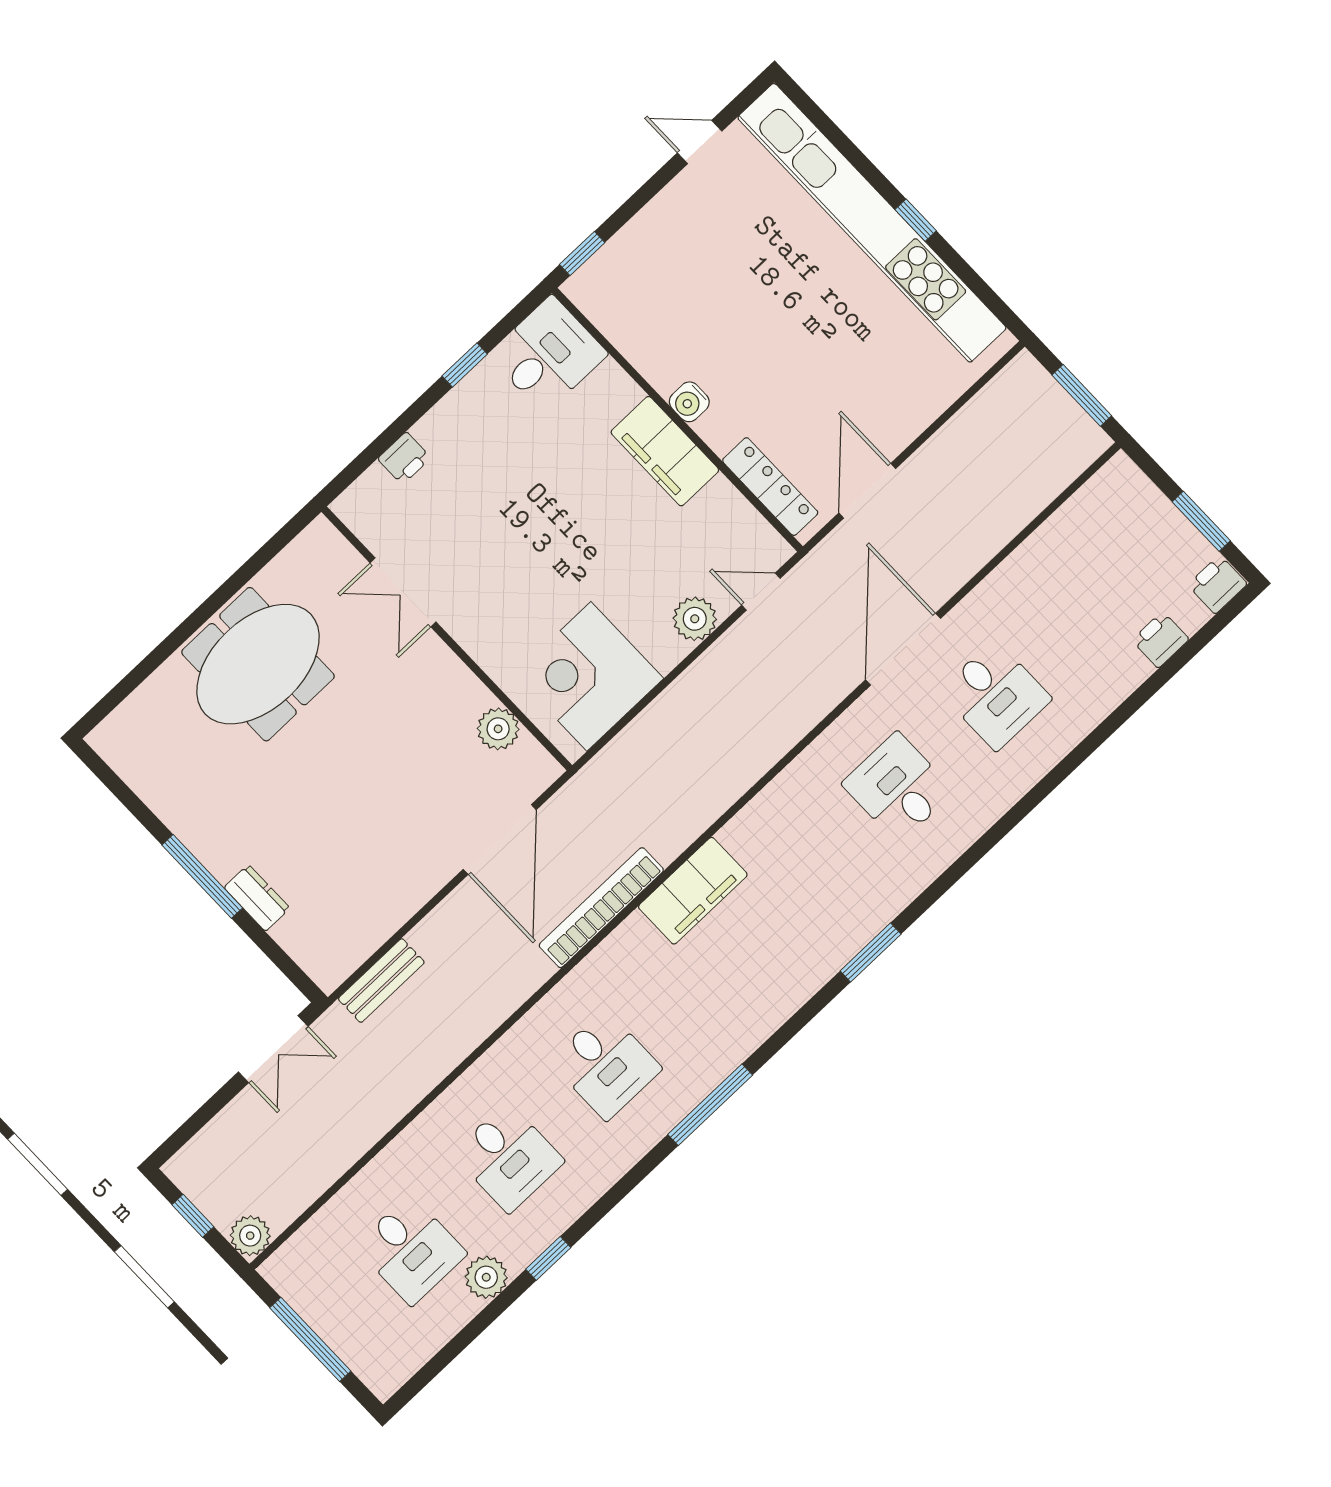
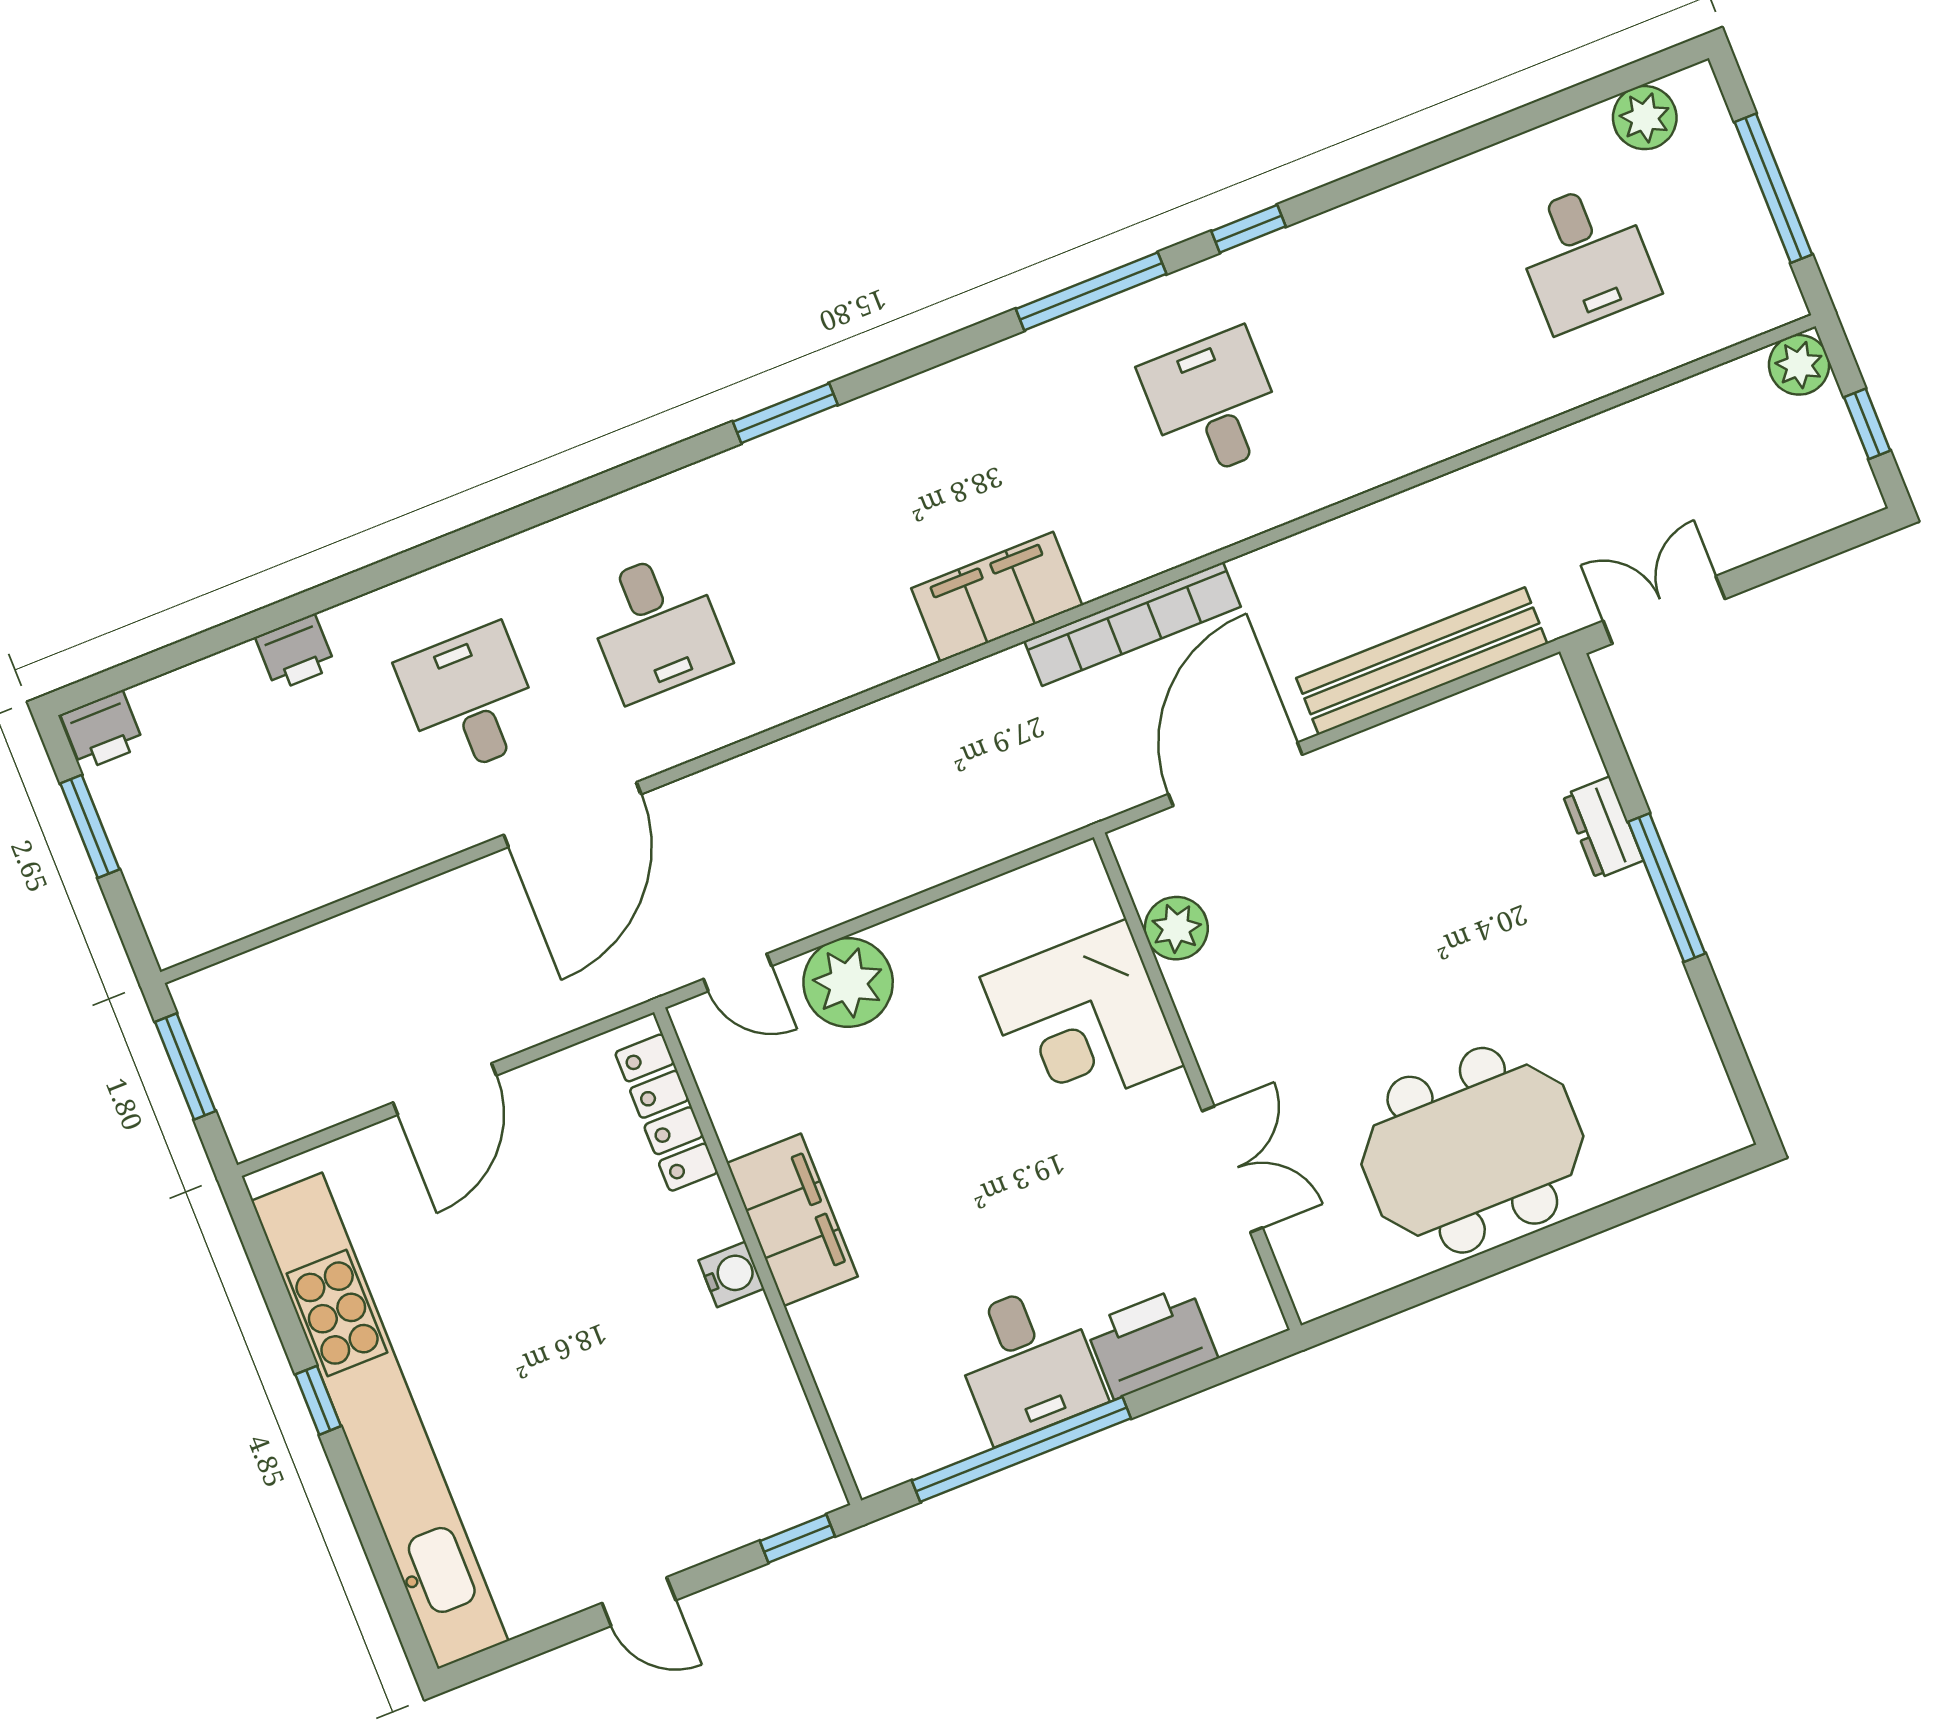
door: (700, 142) -> (639, 1602), moved
desk: (548, 355) -> (1027, 1362), moved, turned -90
window: (465, 365) -> (1021, 1449), width x3.17
printer: (404, 458) -> (1151, 1342), width x1.87, depth x1.48
door: (867, 491) -> (445, 1089), moved
plant: (695, 619) -> (848, 983), width x1.36, depth x1.36
printer: (1160, 640) -> (295, 652), moved
corner desk: (589, 676) -> (1082, 1021), moved, turned 90
bench: (381, 981) -> (1422, 661), width x1.86, depth x1.21
desk: (508, 1157) -> (1399, 330), removed
desk: (411, 1250) -> (1585, 256), turned 180
window: (548, 1258) -> (1248, 229), moved
plant: (486, 1277) -> (1645, 118), moved

